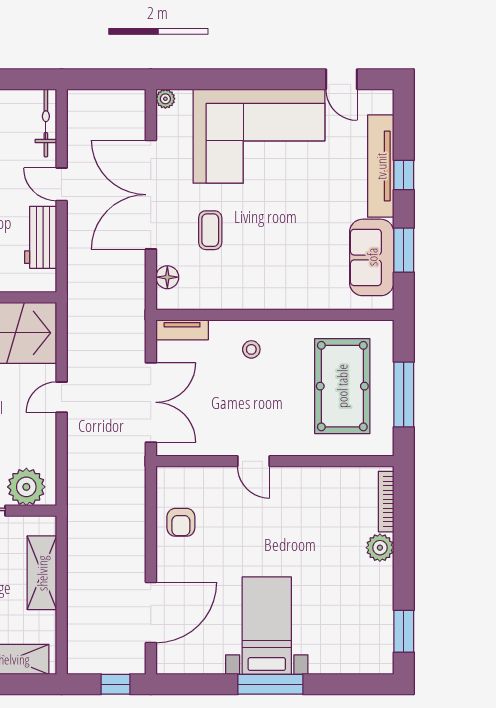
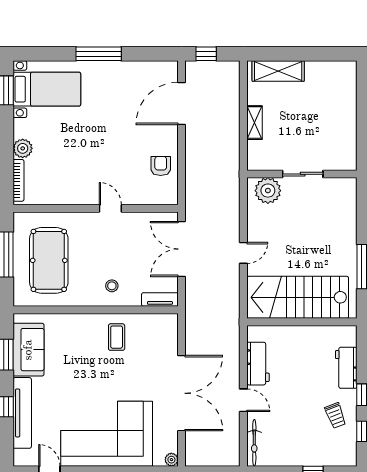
coffee table: (210, 230) -> (117, 337), moved
floor lamp: (167, 277) -> (170, 336), removed
shelving: (42, 573) -> (255, 123), width x0.67, depth x0.75
bed with nightstands: (267, 626) -> (47, 89), moved, turned -90

